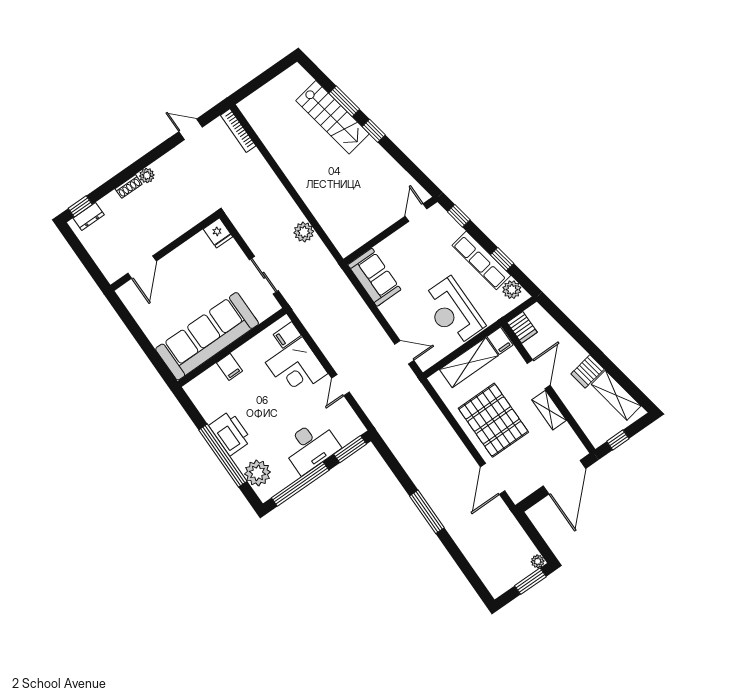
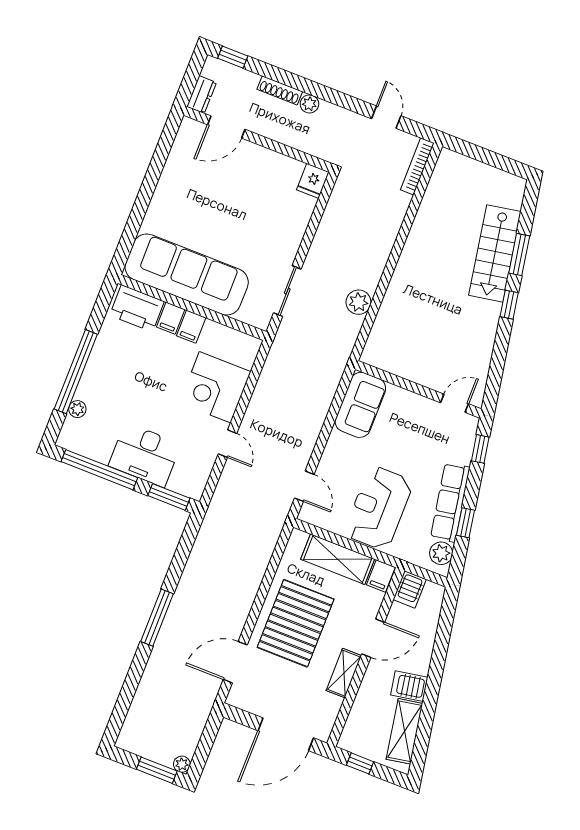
shoe rack: (129, 186) -> (280, 90), width x1.43
dresser: (89, 216) -> (202, 95), moved, turned -90
fridge: (218, 233) -> (313, 181), moved
wall: (165, 251) -> (258, 139), moved
door: (142, 267) -> (226, 127), moved
filing cabinet: (287, 335) -> (191, 327), moved, turned -90
door: (341, 385) -> (228, 444), swing flipped
printer: (230, 433) -> (137, 308), moved, turned 90
plant: (258, 473) -> (77, 409), width x0.53, depth x0.53

